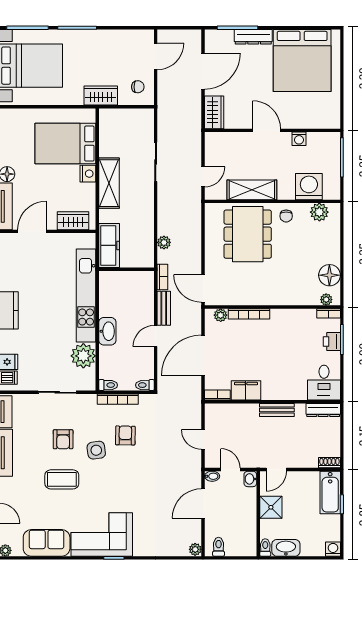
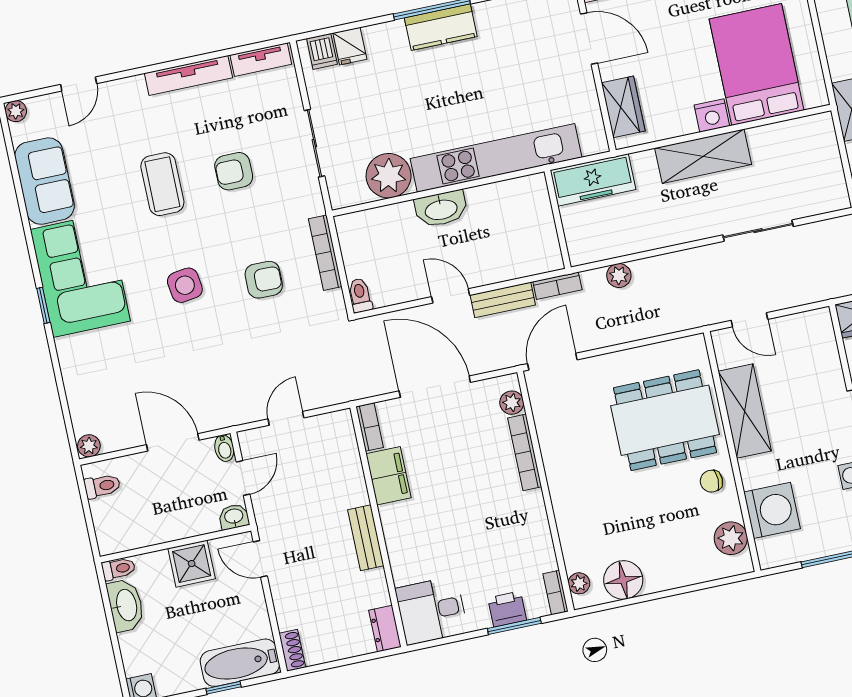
toilet: (108, 385) -> (346, 230), removed
dresser: (323, 410) -> (385, 629), width x0.70
side table: (96, 450) -> (185, 285), moved

